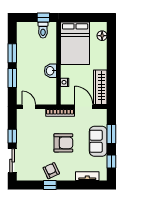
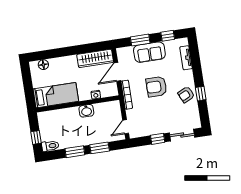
window: (43, 17) -> (36, 137), moved
toilet: (43, 30) -> (50, 146), moved
bed: (75, 43) -> (56, 95), width x0.67
armchair: (63, 143) -> (156, 87), turned -90

